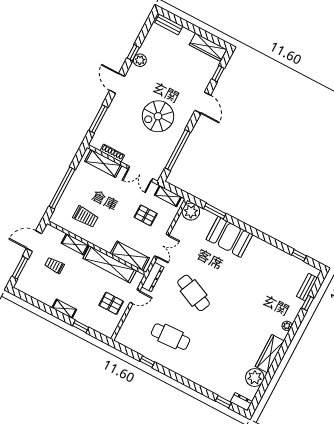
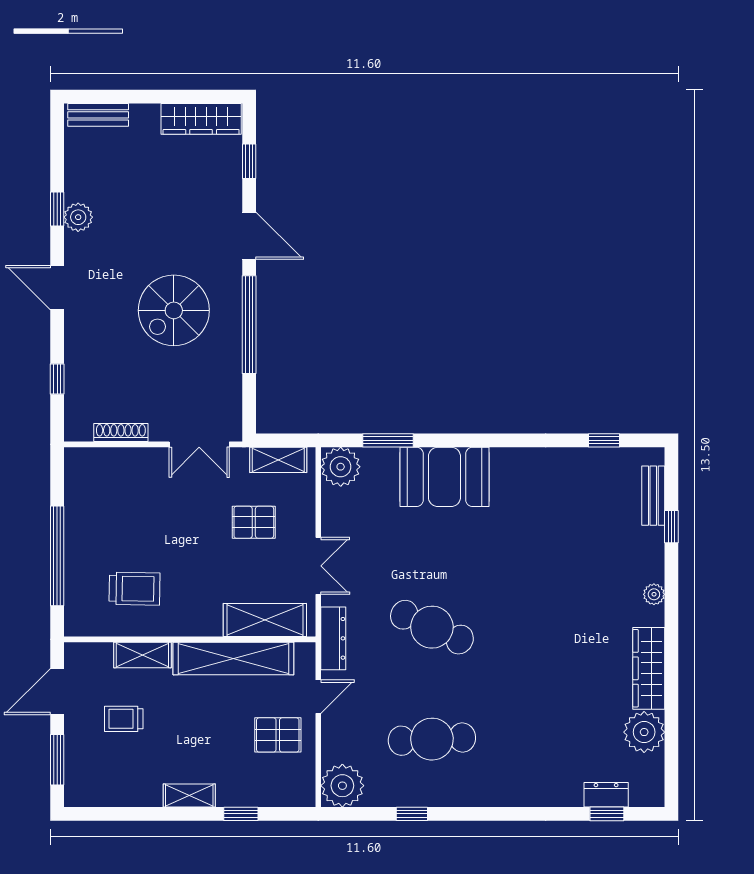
window: (98, 119) -> (57, 379), width x0.46
window: (178, 150) -> (249, 325), moved
shelving: (103, 163) -> (114, 463), removed
plant: (126, 336) -> (342, 786), added
dresser: (241, 402) -> (606, 795), moved

